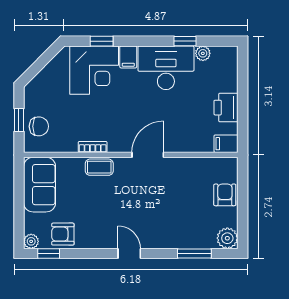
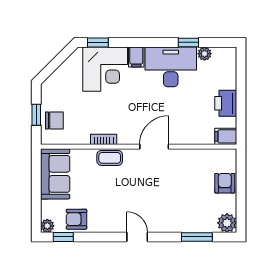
window: (102, 41) -> (98, 42), moved

